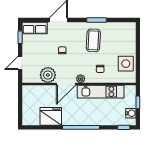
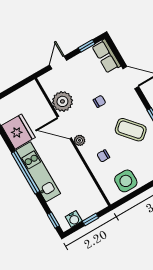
coffee table: (93, 40) -> (131, 130), turned 46
door: (20, 63) -> (58, 63), hinge flipped
kitchen unit: (101, 92) -> (38, 172), moved, turned 180

